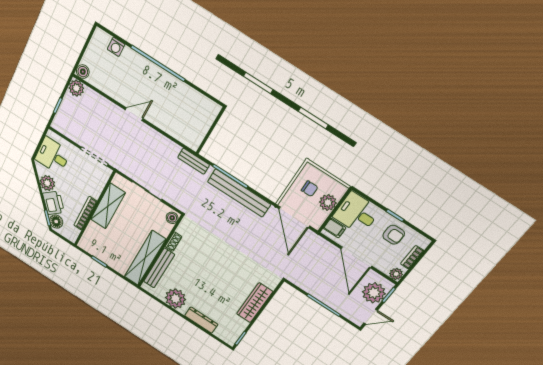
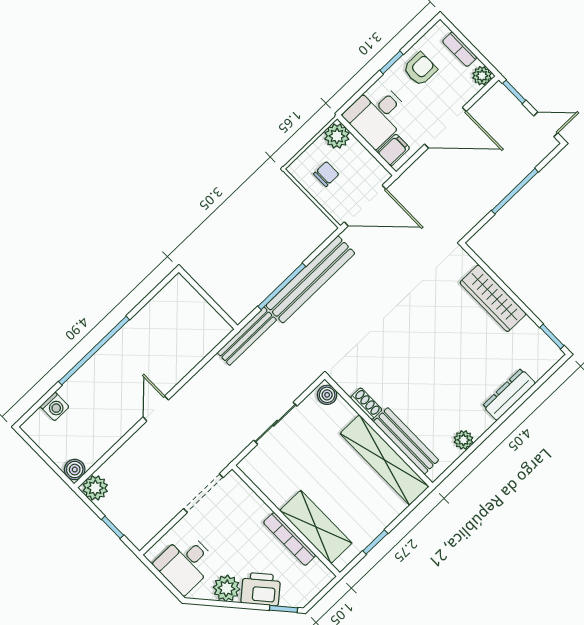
bench: (194, 161) -> (247, 336), width x1.36
plant: (328, 203) -> (337, 136), moved
shelving: (108, 206) -> (316, 527), moved
floor lamp: (56, 222) -> (293, 596), removed
plant: (374, 293) -> (507, 113), removed
plant: (175, 299) -> (463, 440), width x0.53, depth x0.53
door: (371, 317) -> (546, 124), hinge flipped

